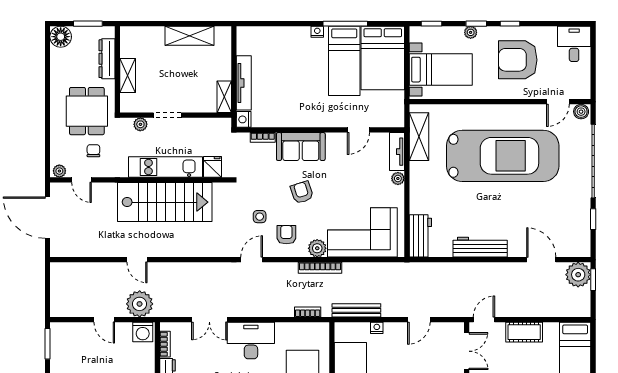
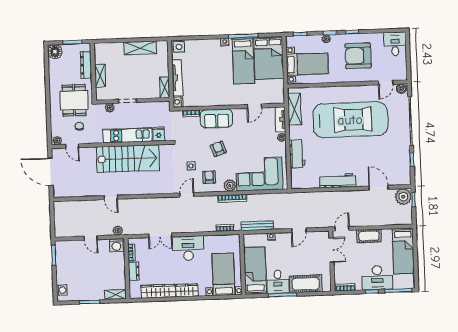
side table: (248, 36) -> (179, 47), added
workbench: (420, 236) -> (297, 154), moved
plant: (140, 304) -> (118, 231), width x0.53, depth x0.53

